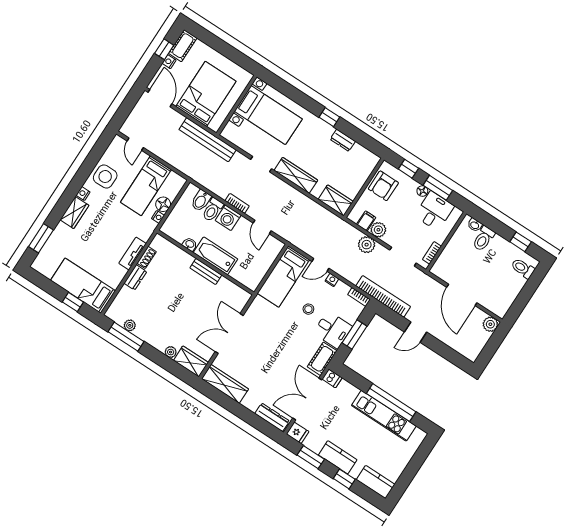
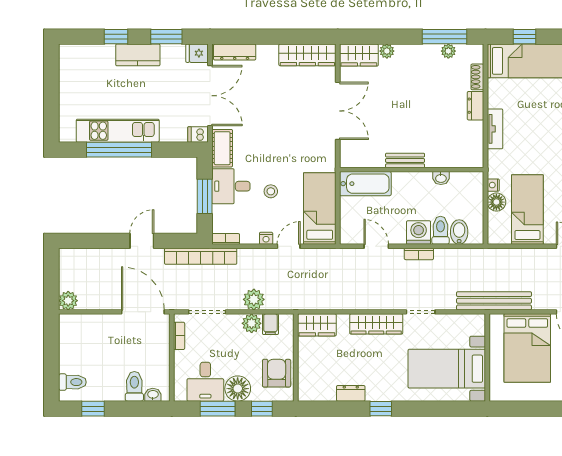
floor lamp: (422, 191) -> (238, 389), width x1.89, depth x1.89
bathtub: (216, 256) -> (365, 184), moved
shoe rack: (147, 257) -> (477, 77), moved
door: (462, 295) -> (143, 312), moved
kitchen counter: (376, 482) -> (81, 55), removed

